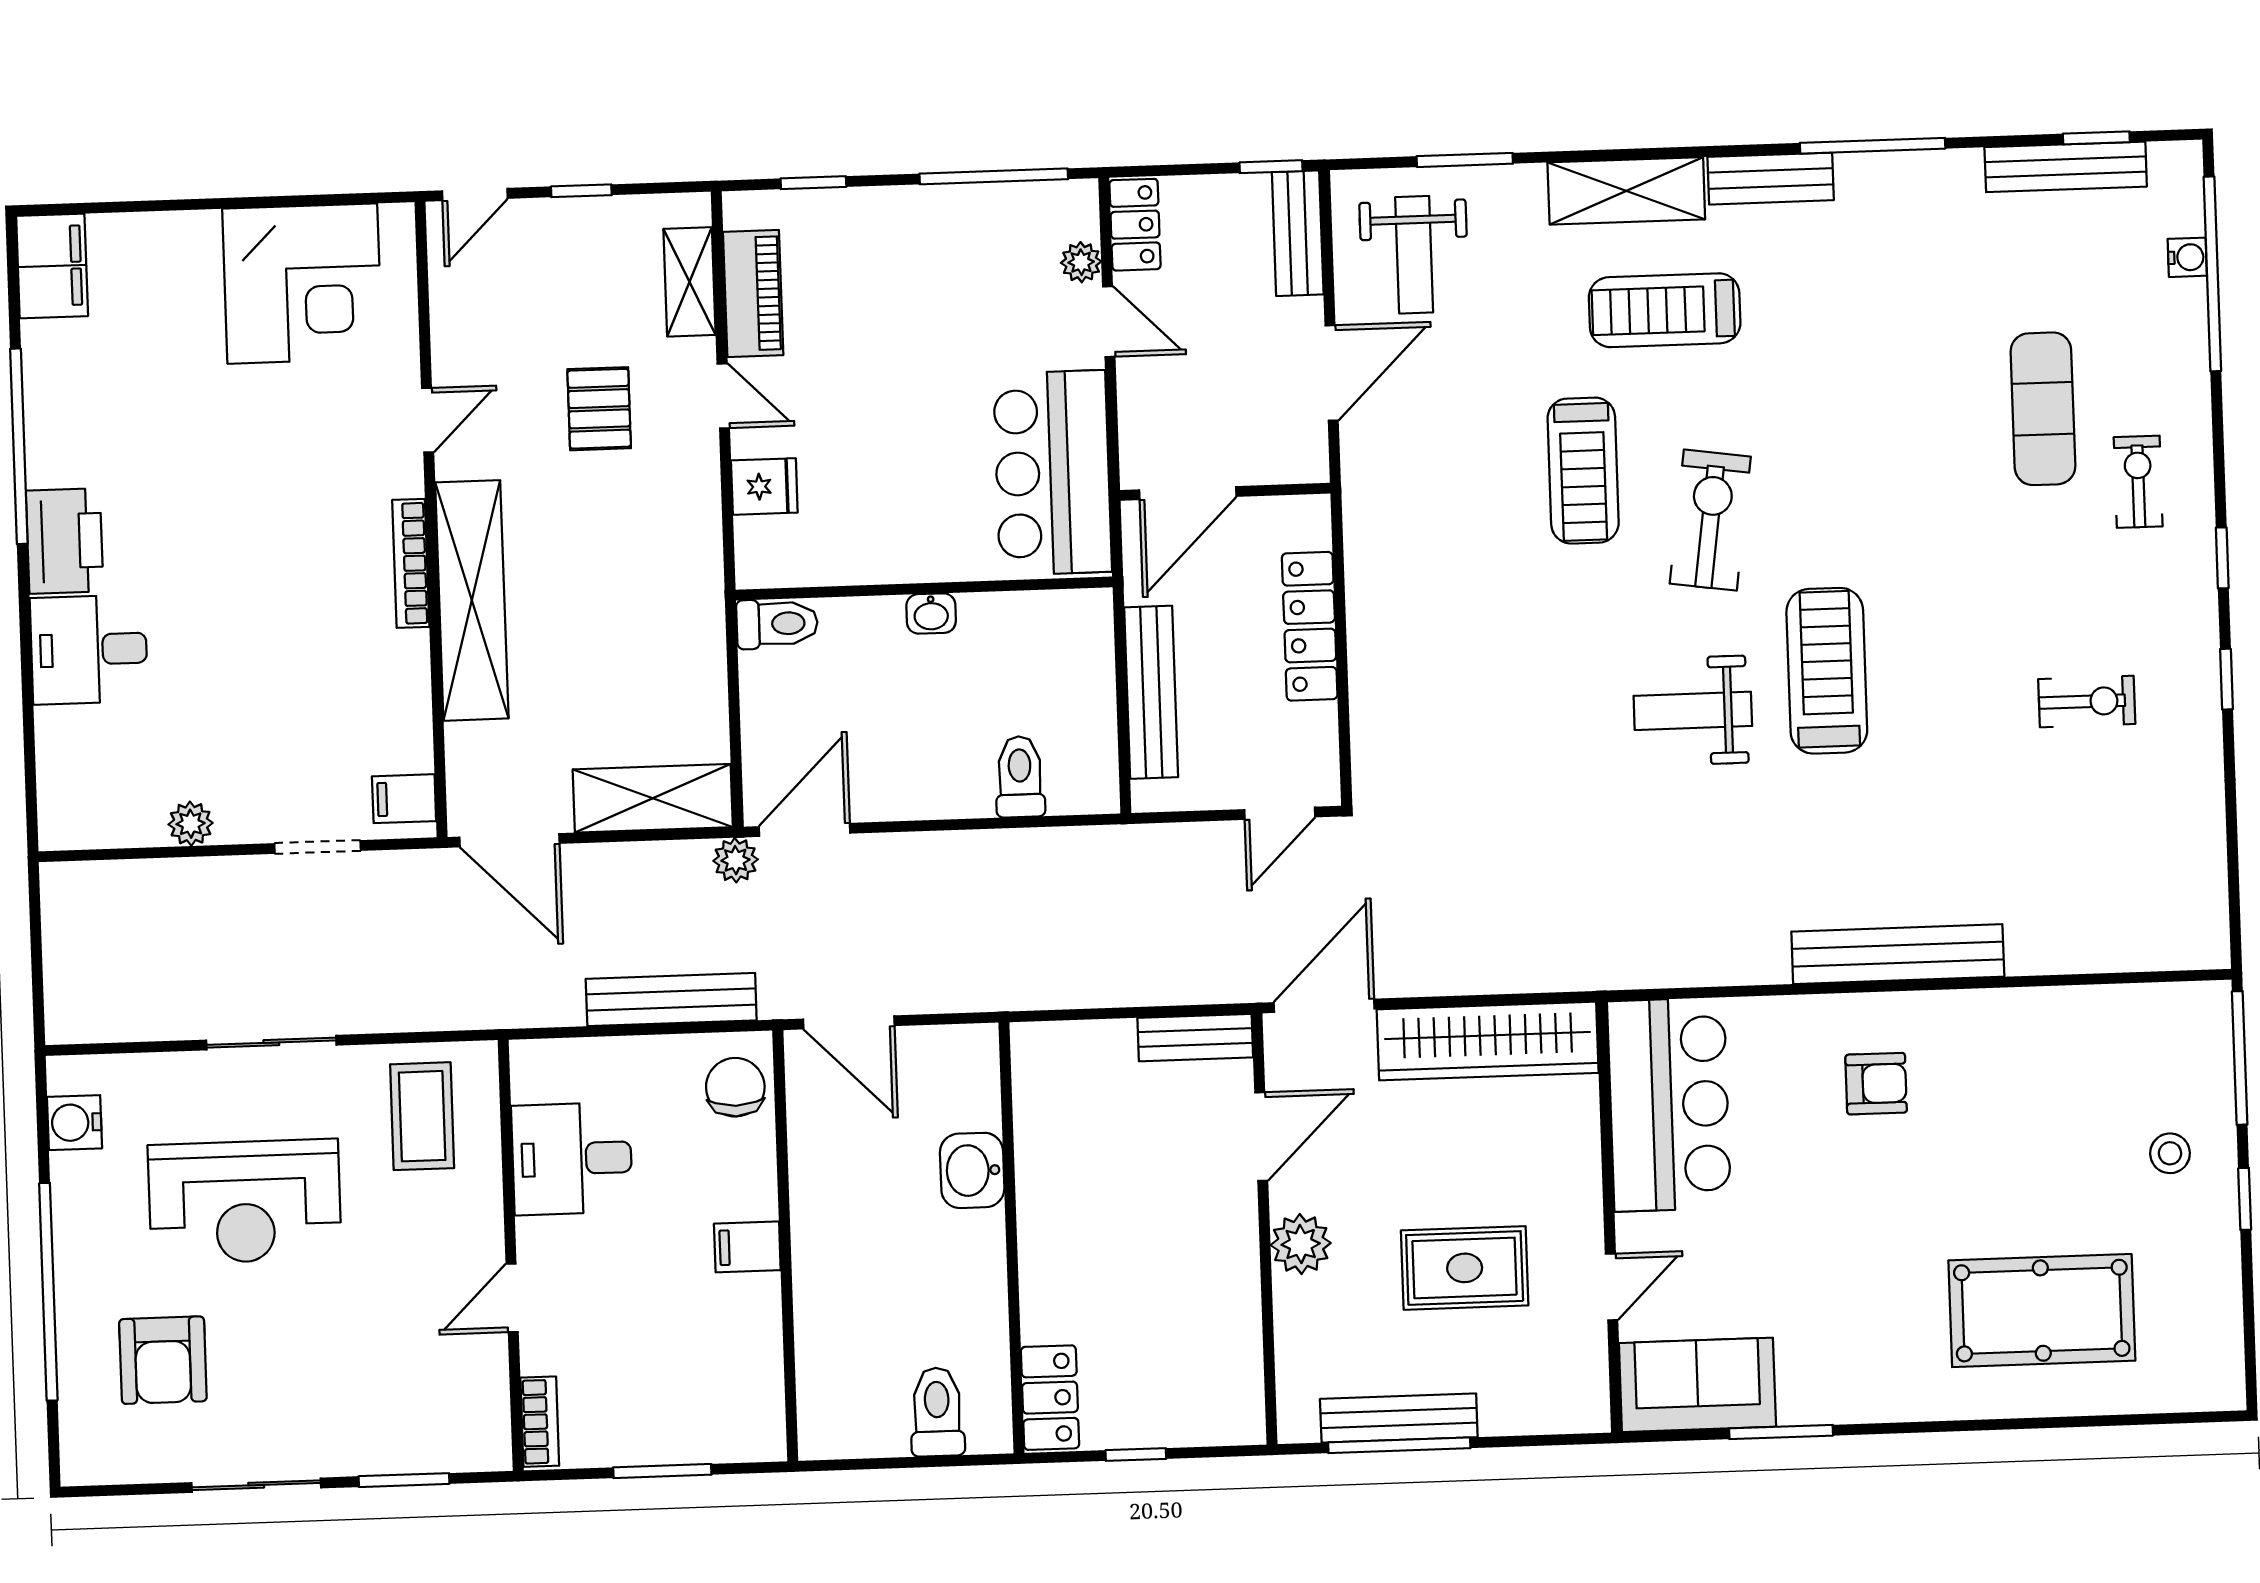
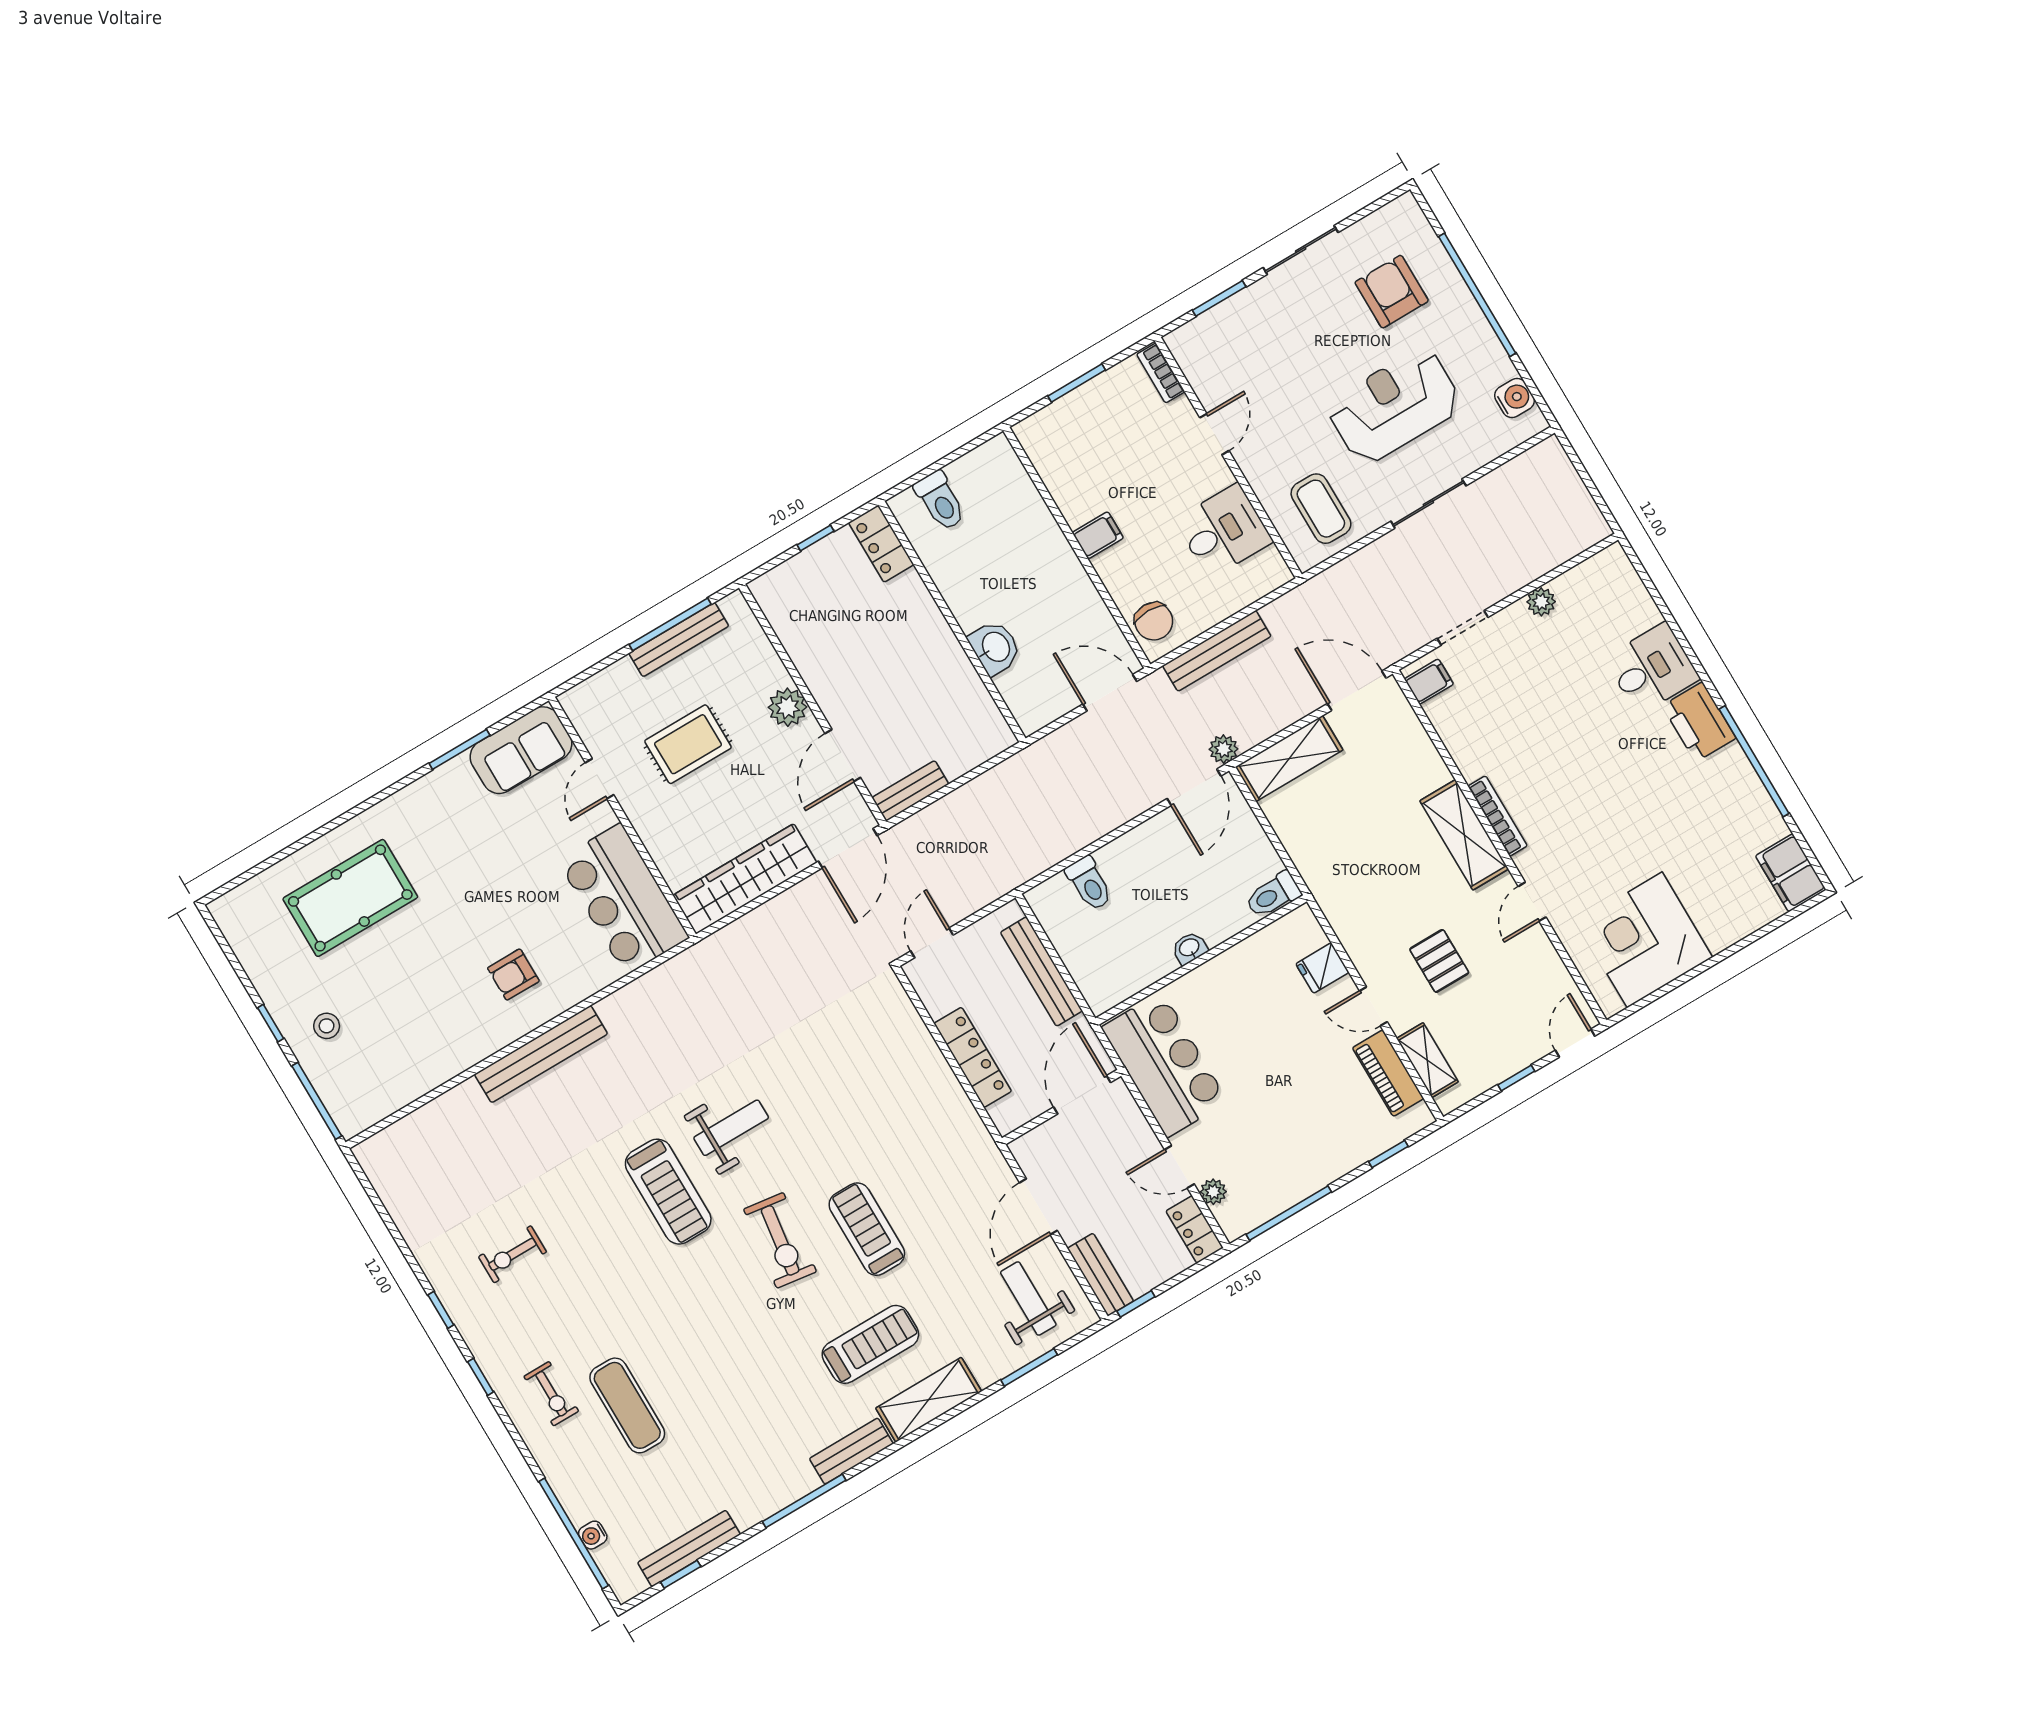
shelving: (472, 600) -> (1464, 835), width x0.68

